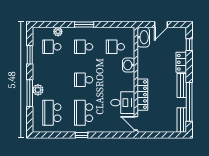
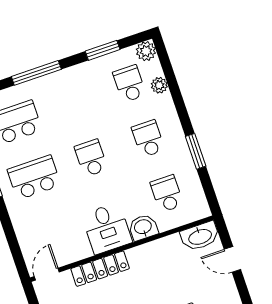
window: (84, 24) -> (196, 151), moved
plant: (38, 90) -> (146, 51), moved
desk: (123, 103) -> (107, 228), moved

